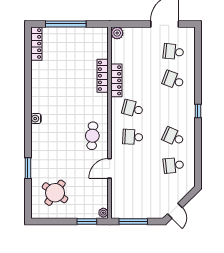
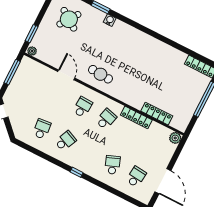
locker: (103, 76) -> (157, 114), moved
school desk: (173, 80) -> (113, 165), turned -42
water cooler: (36, 119) -> (110, 20), moved

